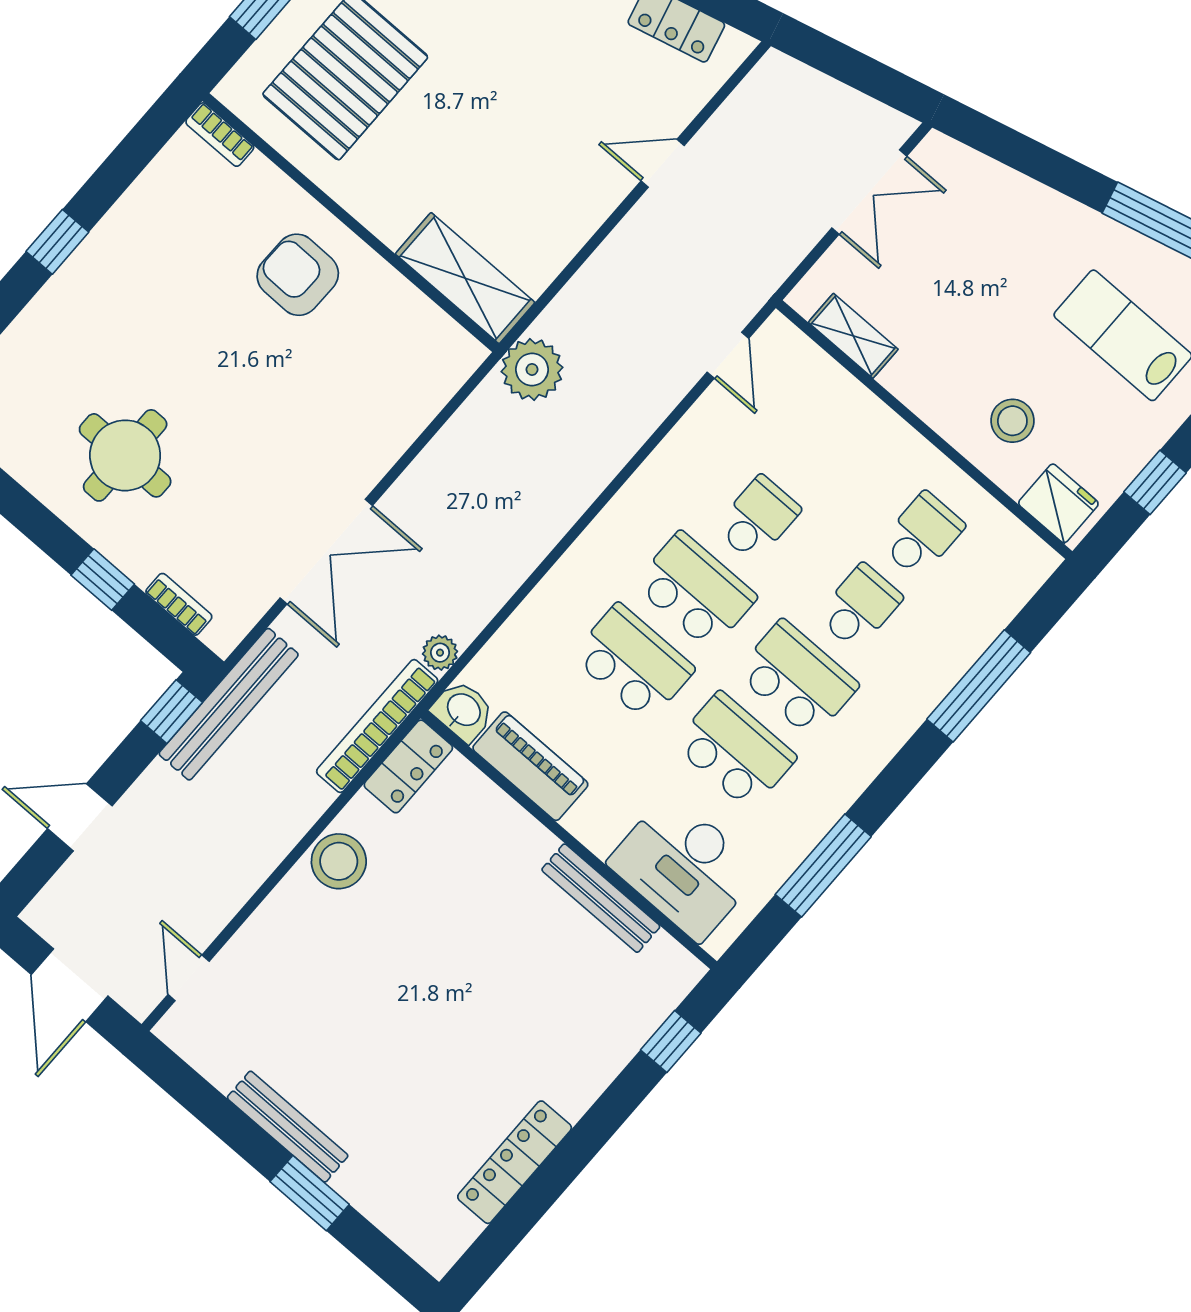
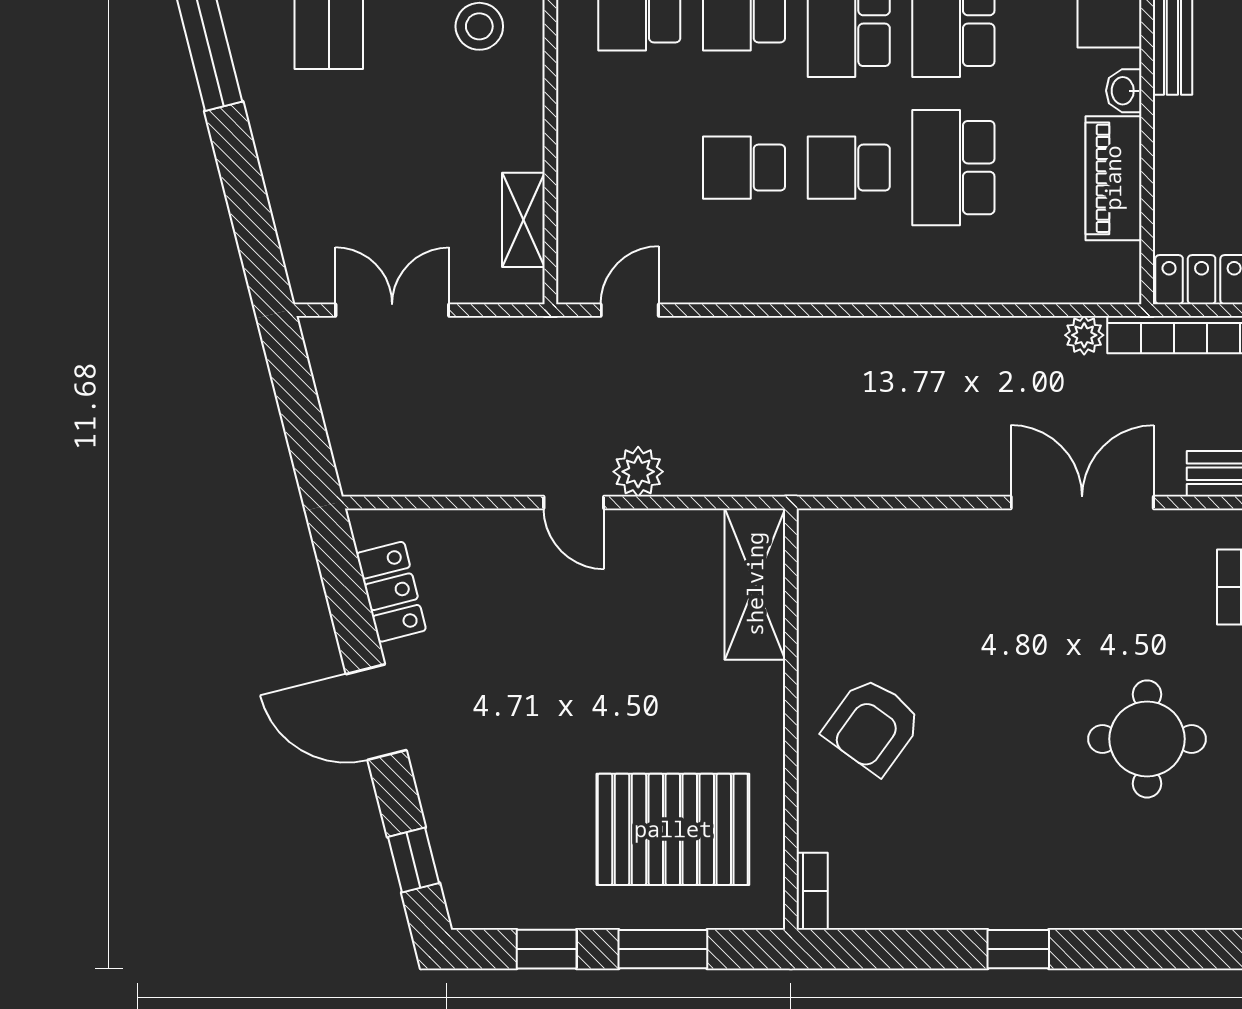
door: (663, 163) -> (574, 503), moved
armchair: (298, 275) -> (873, 726), turned 35
plant: (532, 369) -> (638, 472), moved, width x0.73, depth x0.73
school desk: (695, 591) -> (849, 168), width x0.54
washbasin: (463, 711) -> (1124, 91), moved, width x0.72, depth x0.69

